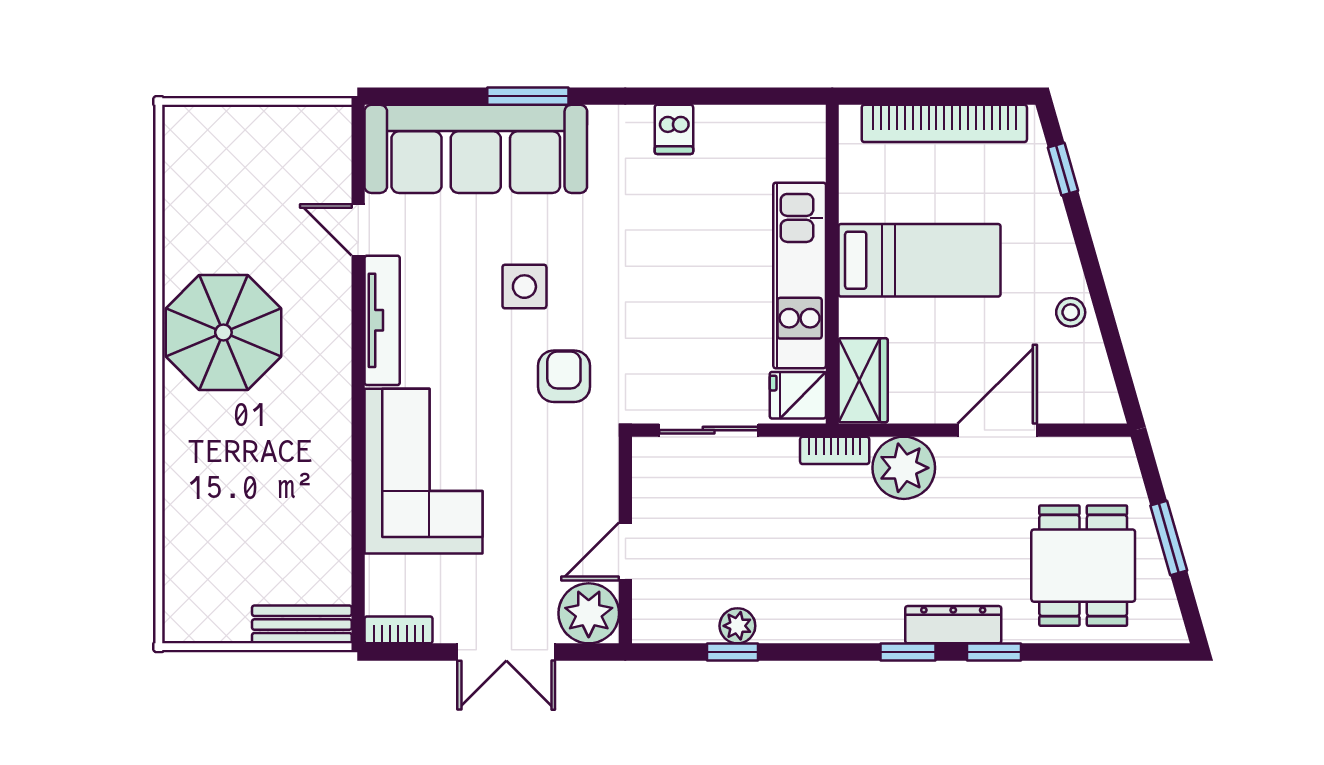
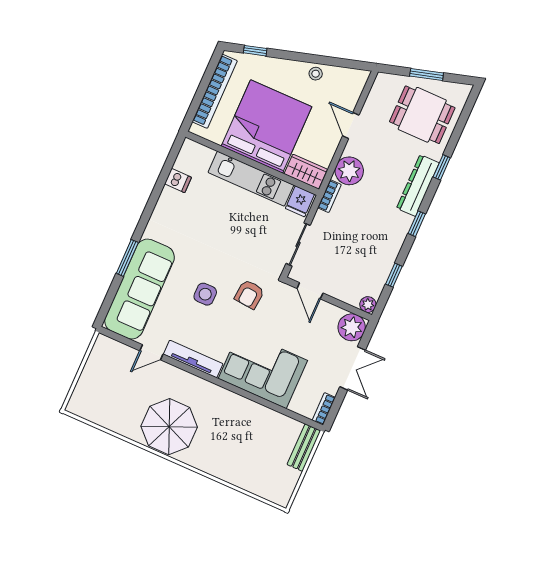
dishwasher: (674, 129) -> (178, 181), moved
bed: (920, 260) -> (267, 126), width x2.04
armchair: (564, 376) -> (249, 294), turned -85
door: (997, 430) -> (351, 125), width x0.73
door: (625, 551) -> (310, 291), moved
dresser: (953, 625) -> (418, 186), width x1.37, depth x1.24
plant: (737, 626) -> (368, 305), moved
window: (908, 652) -> (417, 224), moved

